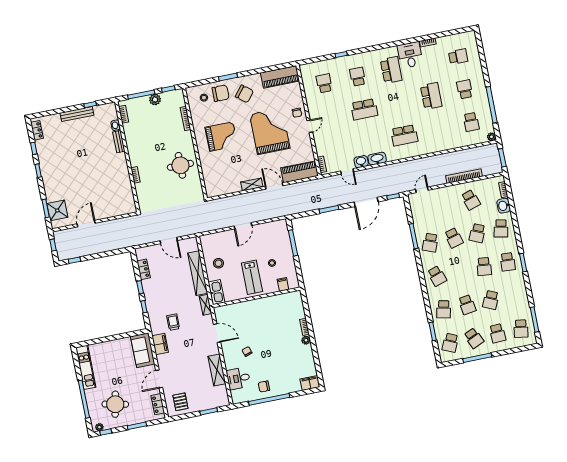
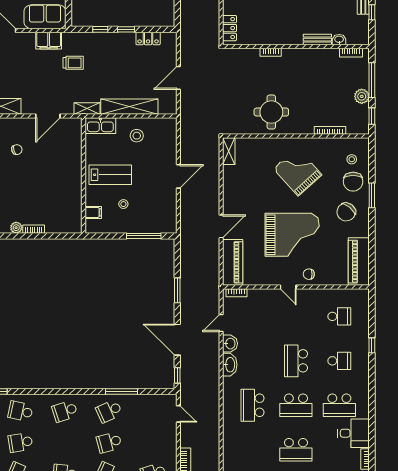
school desk: (398, 103) -> (296, 405), added
grand piano: (221, 137) -> (298, 172), turned 138
shelving: (252, 184) -> (229, 151), moved
locker: (123, 210) -> (230, 28), added
door: (243, 226) -> (178, 176), swing flipped
school desk: (430, 243) -> (109, 411), turned -45
lab bench: (252, 277) -> (110, 175), turned 180

